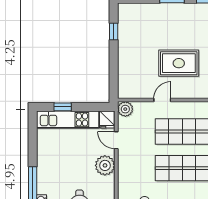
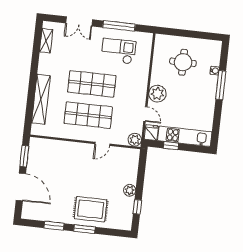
plant: (125, 50) -> (130, 190), added
rug: (179, 63) -> (91, 209), moved
window: (63, 107) -> (171, 146), moved

